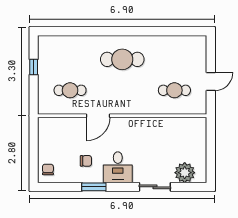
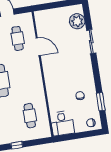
door: (98, 116) -> (38, 47), moved
desk: (118, 167) -> (62, 123), moved, turned 90
window: (94, 187) -> (101, 102), moved

